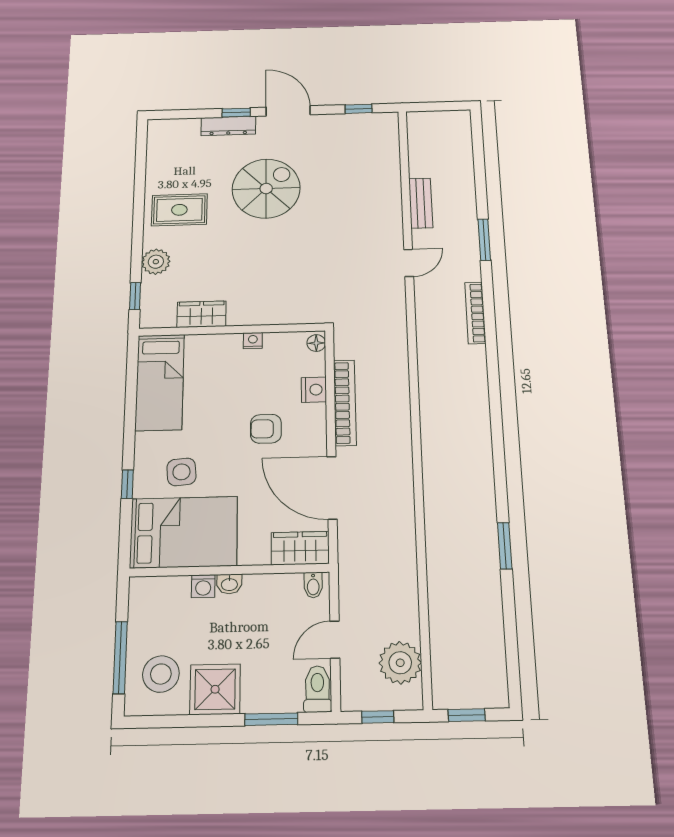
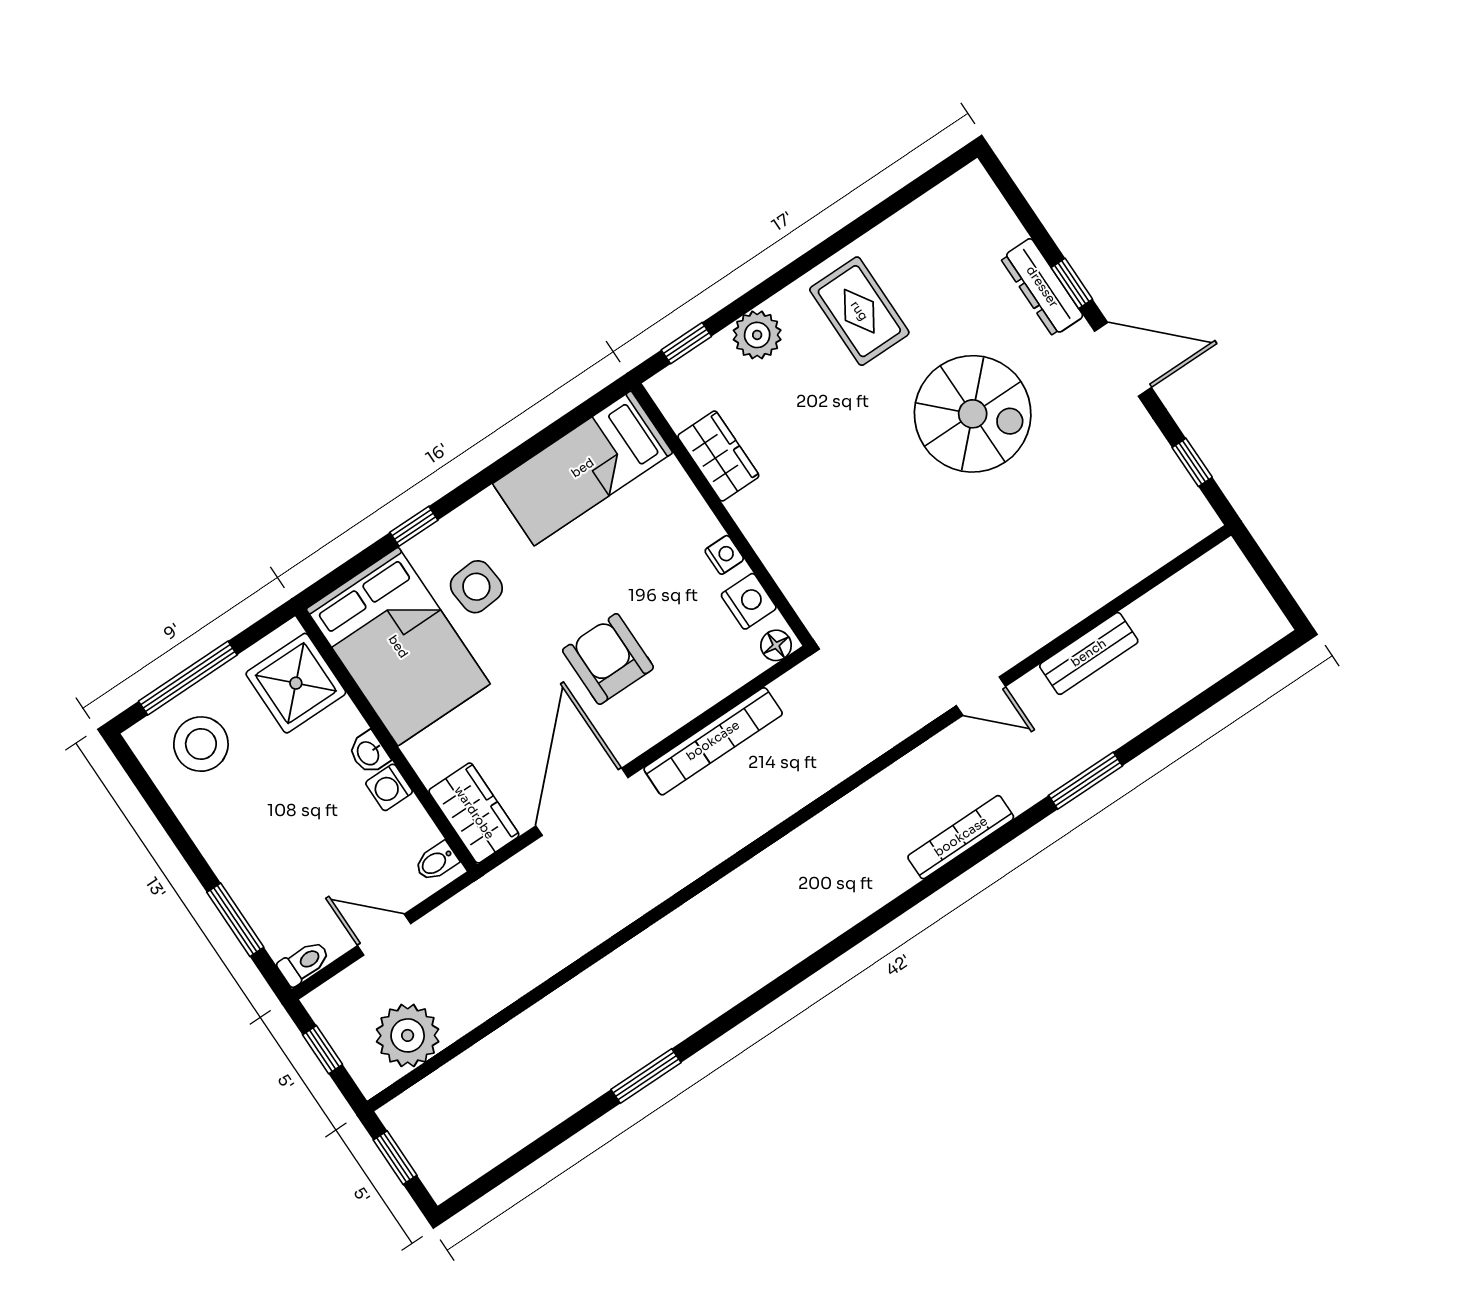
door: (288, 111) -> (1123, 359), hinge flipped
nightstand: (314, 390) -> (749, 601), moved, turned -90
armchair: (266, 429) -> (608, 659), width x1.38, depth x1.38
washing machine: (203, 586) -> (389, 787), moved
shower: (215, 689) -> (296, 683), moved
toilet: (317, 689) -> (304, 963), width x0.73, depth x0.72

